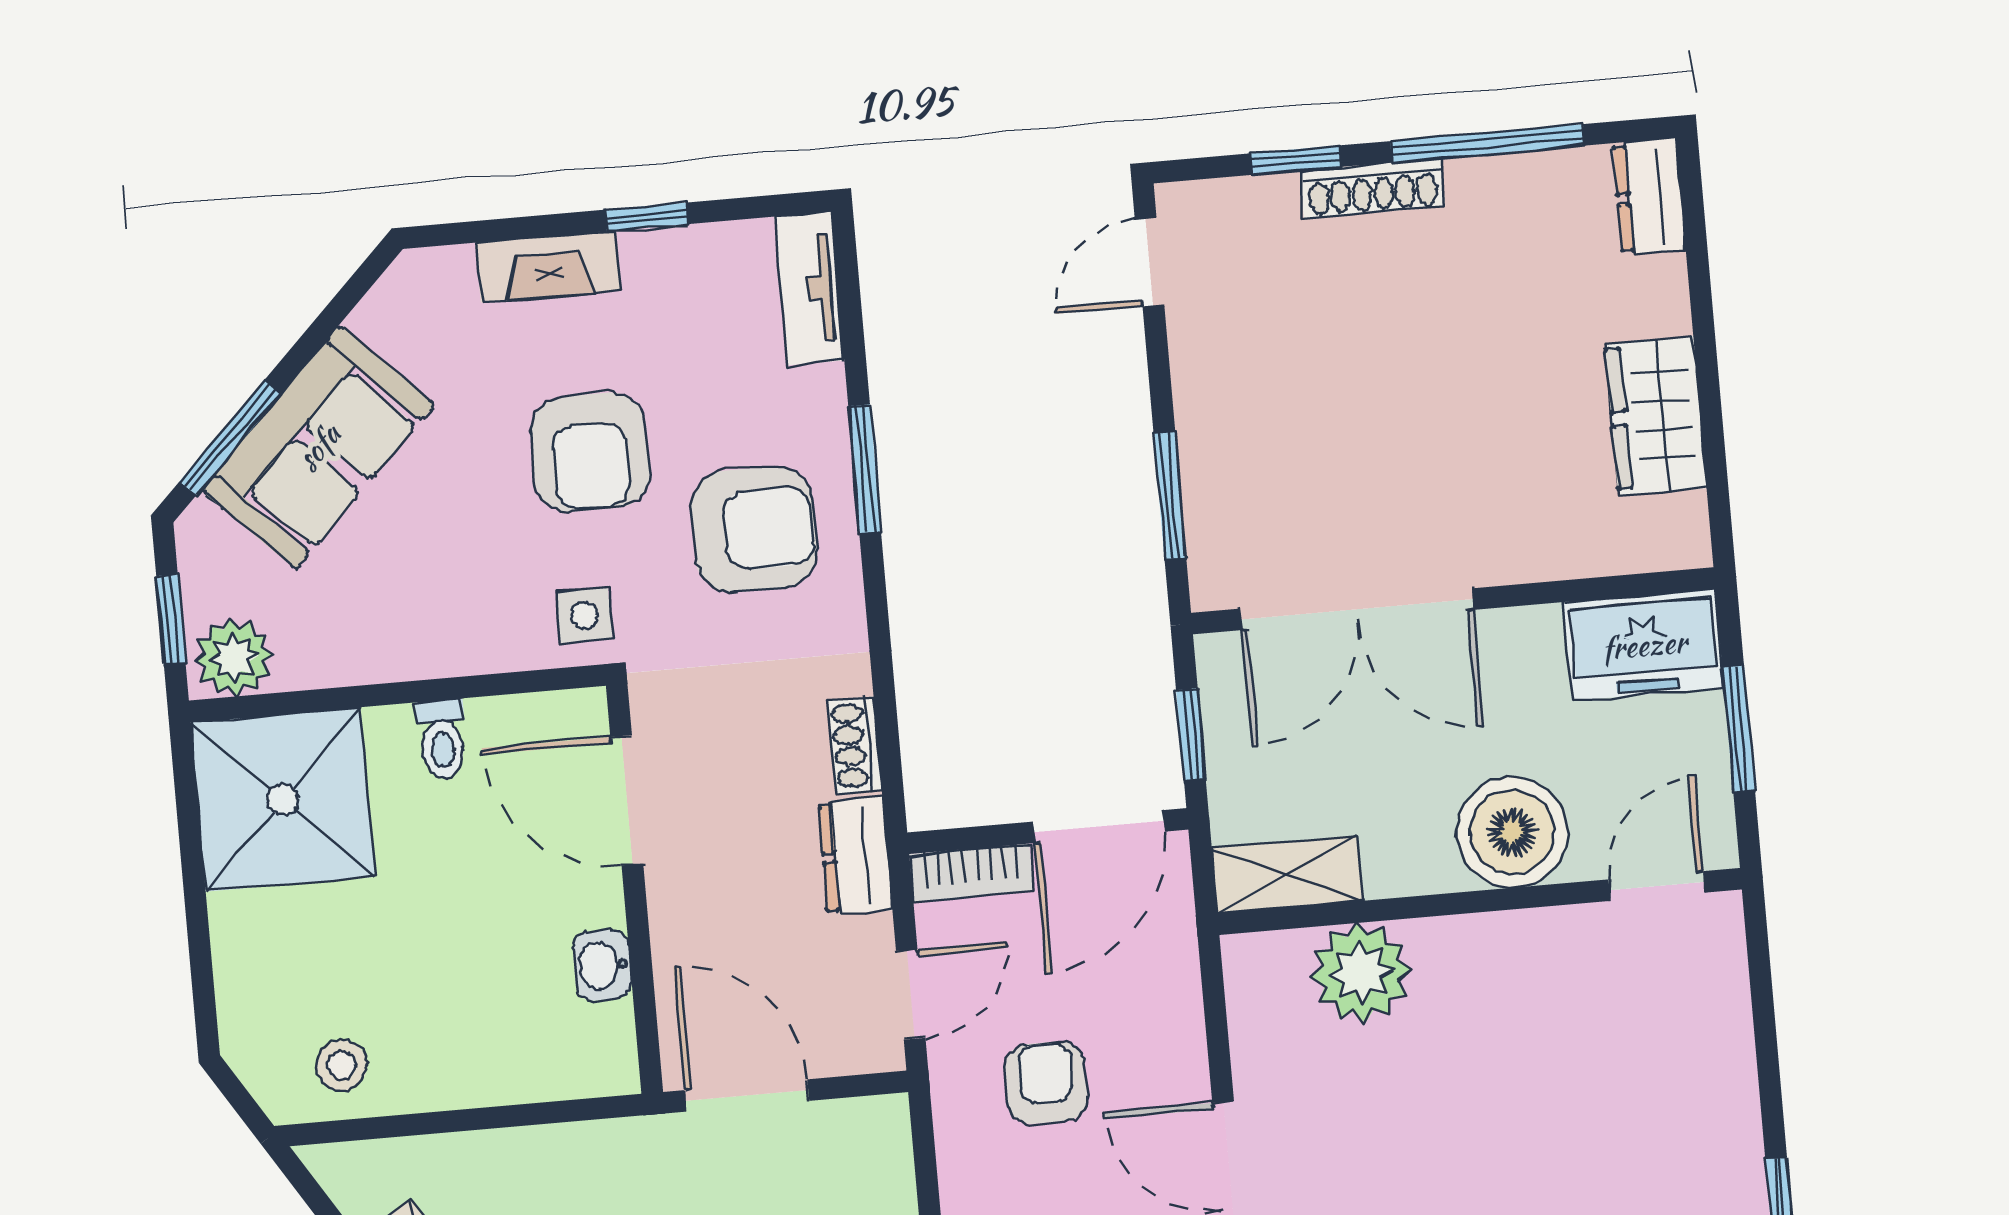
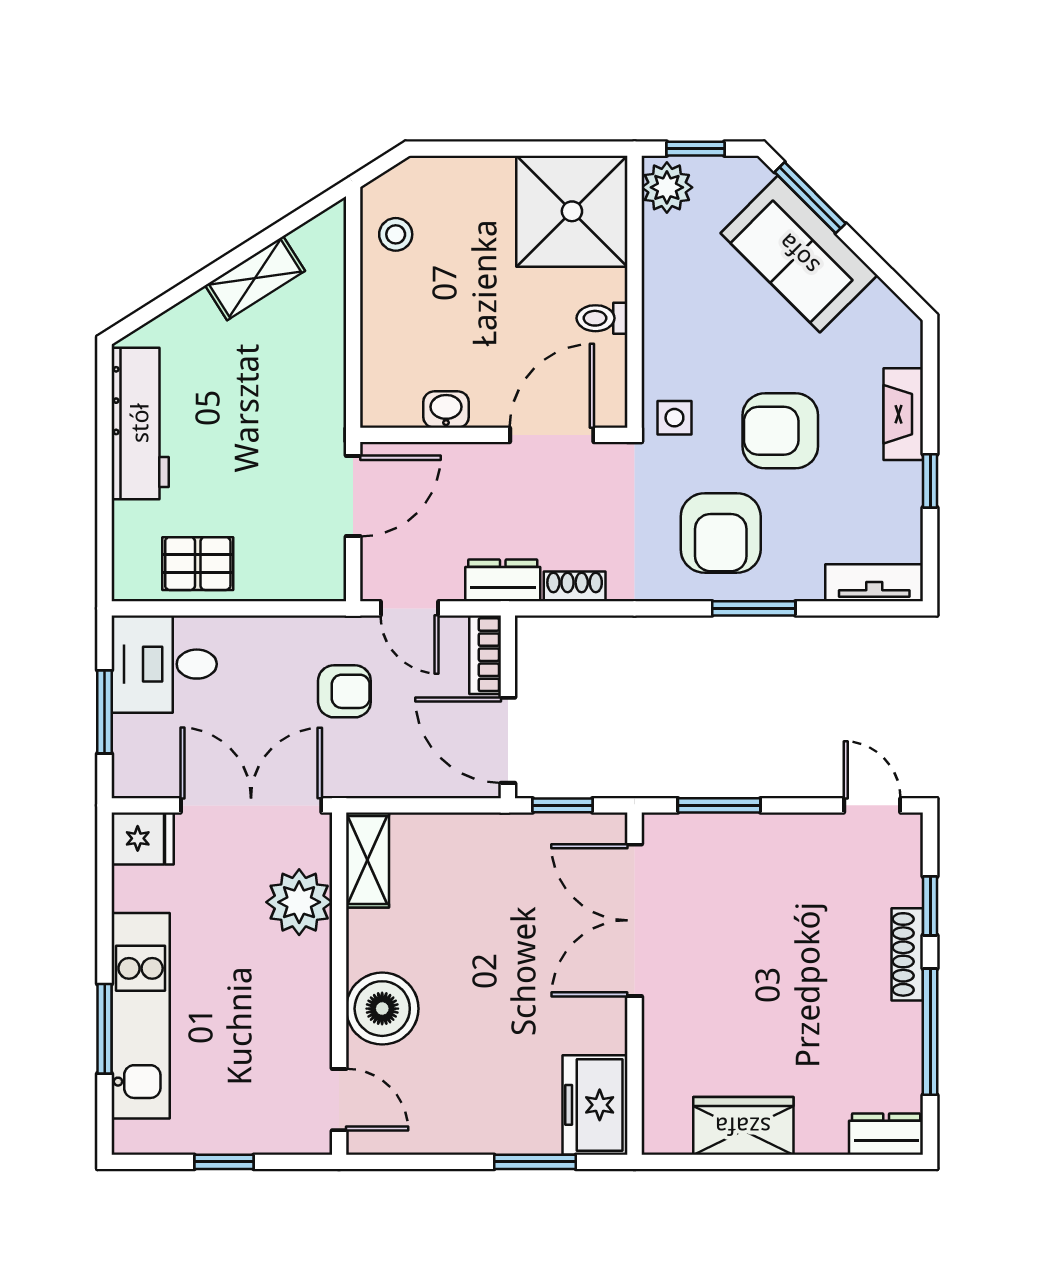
boiler: (1512, 832) -> (382, 1009), moved
shelving: (1287, 874) -> (368, 860), moved
door: (1657, 886) -> (339, 1100), moved
wall: (1480, 901) -> (339, 984), moved
plant: (1361, 973) -> (299, 902), moved

